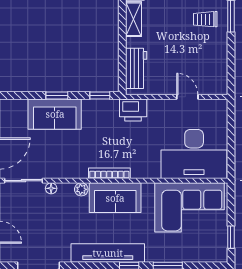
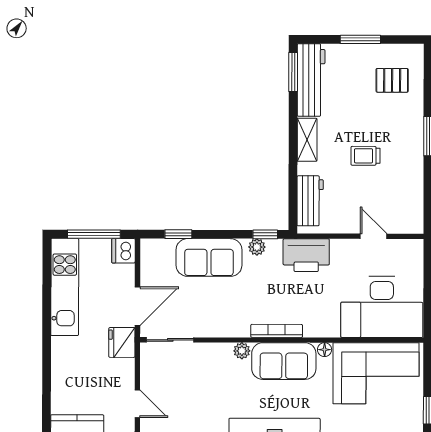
trolley: (205, 19) -> (366, 156), moved
window: (57, 95) -> (178, 234), moved
plant: (93, 106) -> (257, 247), added
printer: (133, 110) -> (306, 255), width x1.37, depth x1.19
floor lamp: (51, 188) -> (325, 350), moved

